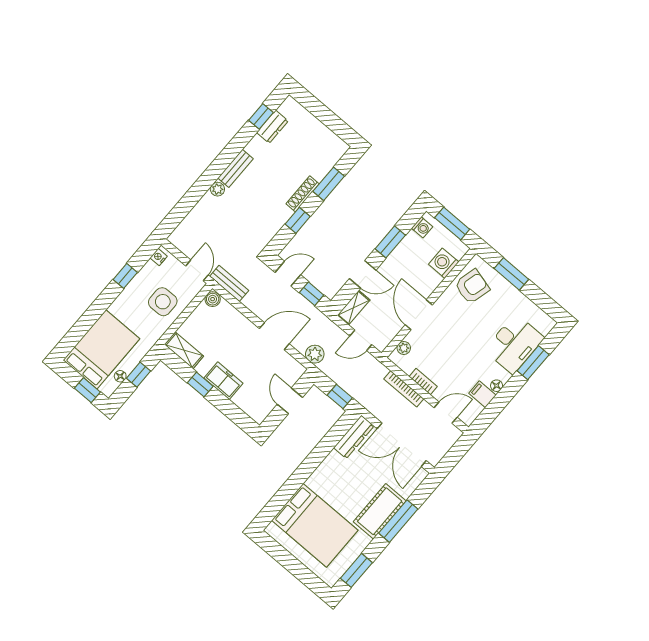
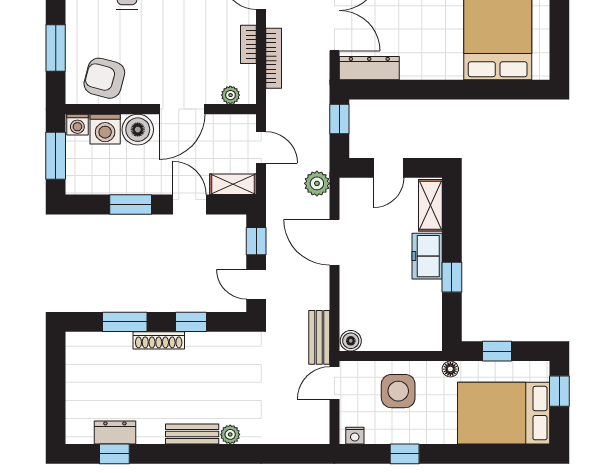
washing machine: (422, 227) -> (77, 125), moved, turned 180
boiler: (428, 281) -> (138, 130), added
shelving: (184, 350) -> (430, 205), moved
floor lamp: (120, 376) -> (450, 369), moved

